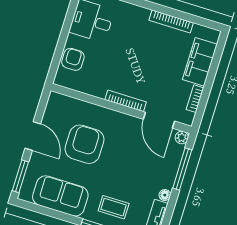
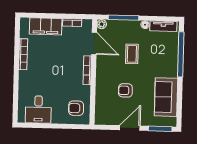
armchair: (73, 59) -> (76, 108), moved
door: (159, 120) -> (94, 43), hinge flipped
armchair: (85, 144) -> (125, 90), width x0.53, depth x0.53
coffee table: (114, 207) -> (132, 54), moved

